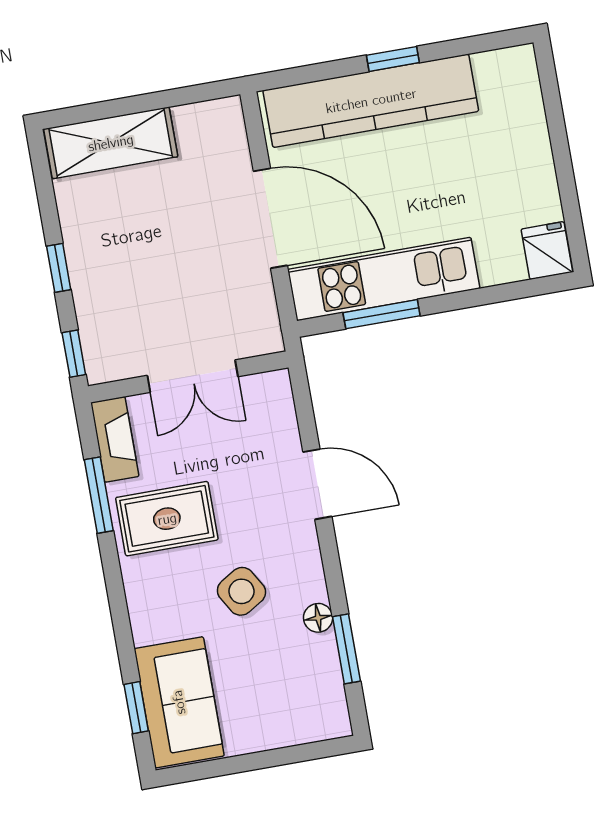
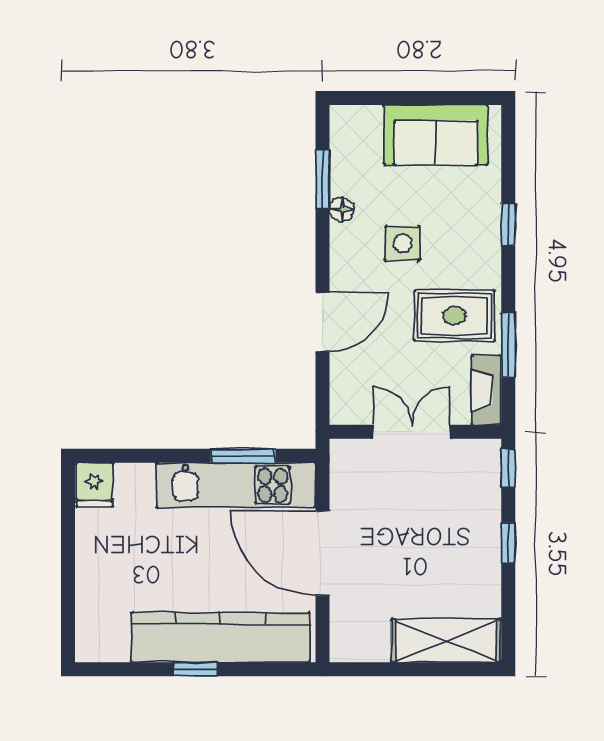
door: (317, 484) -> (323, 322), swing flipped
side table: (241, 591) -> (402, 243), turned 31
sofa: (179, 702) -> (436, 135), moved, turned -90
window: (136, 708) -> (508, 225), moved

